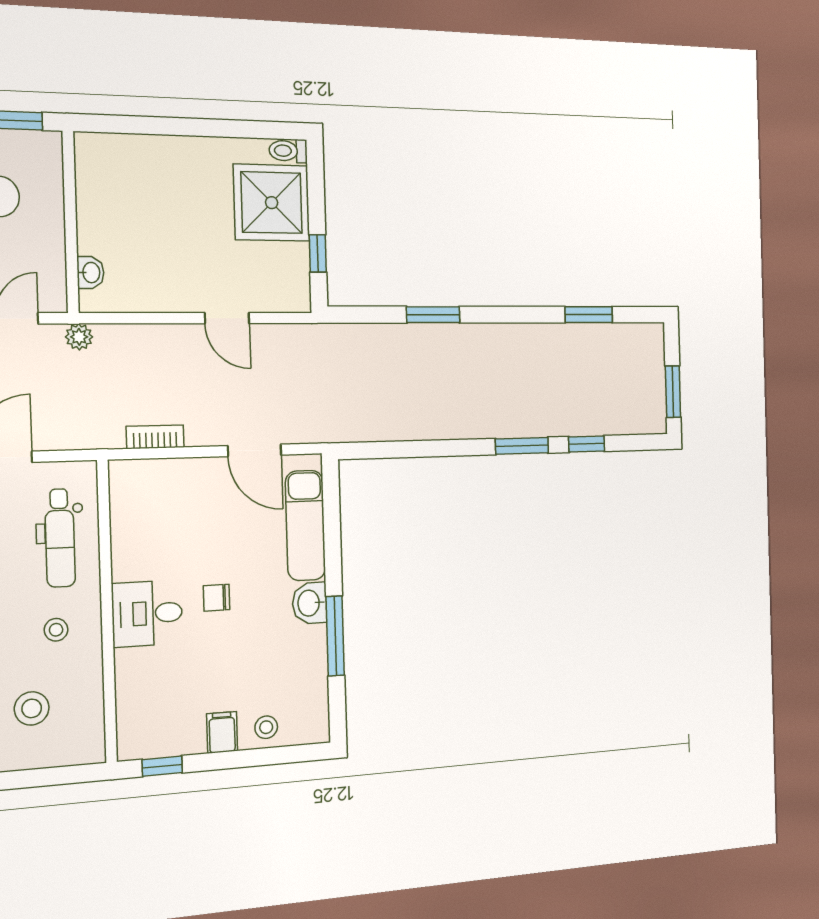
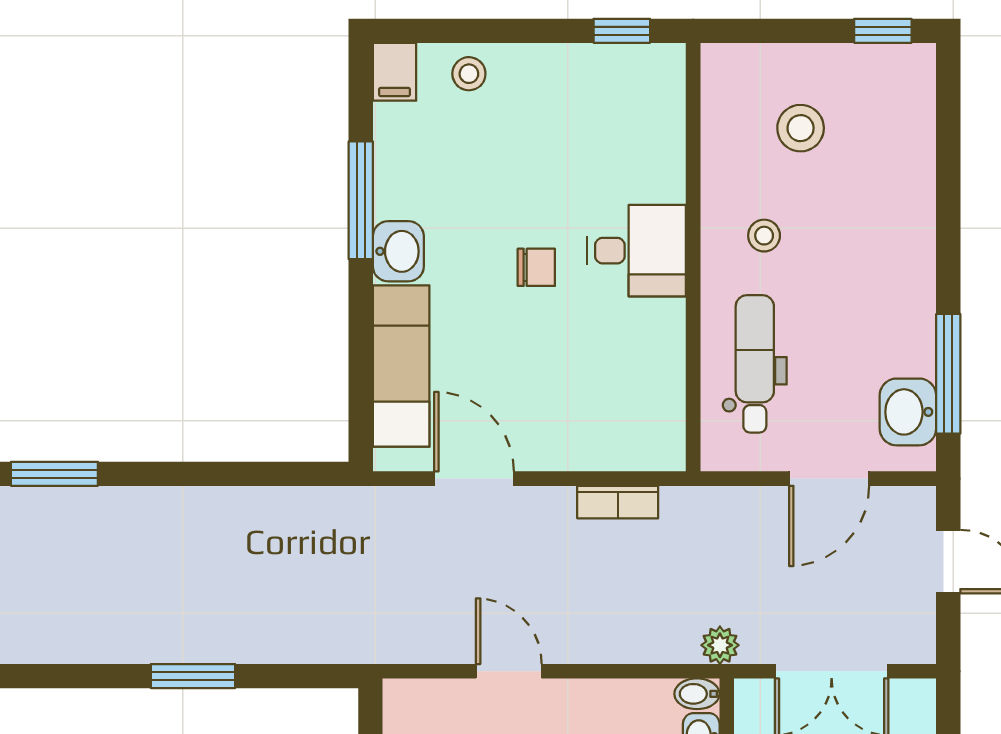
bidet: (95, 302) -> (697, 694), added
filing cabinet: (222, 732) -> (394, 72), moved

